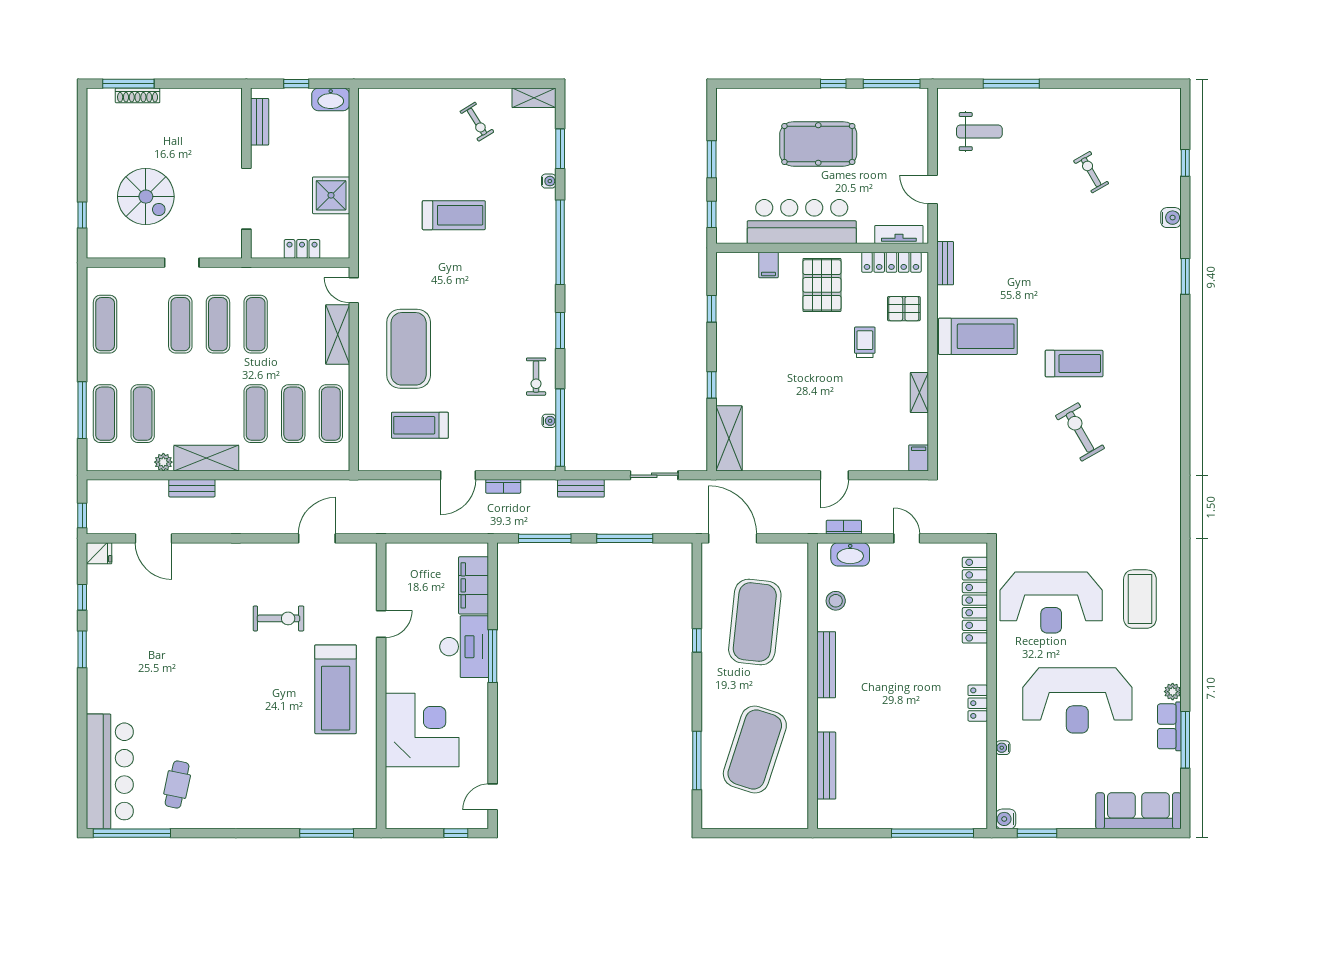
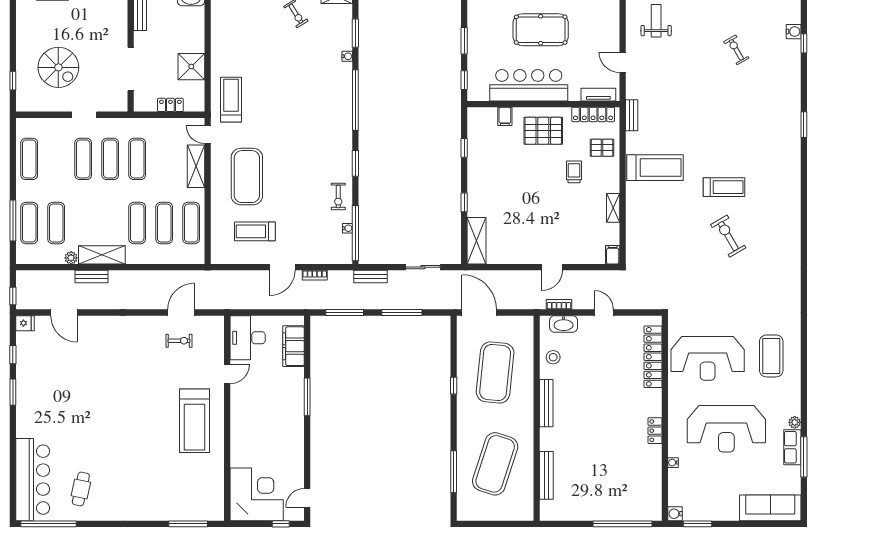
weight bench: (979, 132) -> (656, 21), turned -90
treadmill: (454, 215) -> (231, 100), moved, turned -90
water cooler: (1171, 218) -> (794, 32), moved
pallet: (822, 285) -> (543, 131), turned 90
exercise bike: (278, 618) -> (179, 341), moved, width x0.73, depth x0.72
desk: (464, 647) -> (248, 338), moved, turned 180
corner desk: (422, 730) -> (257, 494), moved

